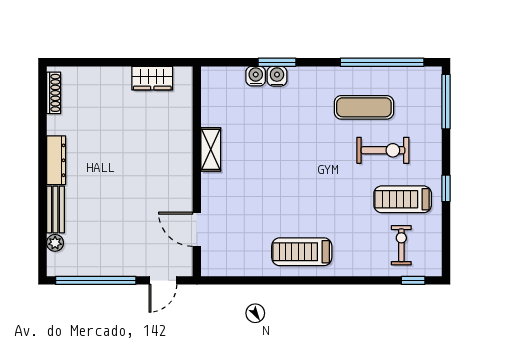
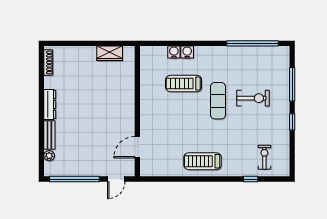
window: (277, 62) -> (187, 43), removed
window: (446, 102) -> (292, 84), moved
exercise mat: (364, 107) -> (218, 101), moved, turned 90
shelving: (211, 149) -> (146, 98), removed
treadmill: (403, 199) -> (184, 84), moved
door: (197, 229) -> (137, 147), hinge flipped
window: (413, 280) -> (251, 179), moved

